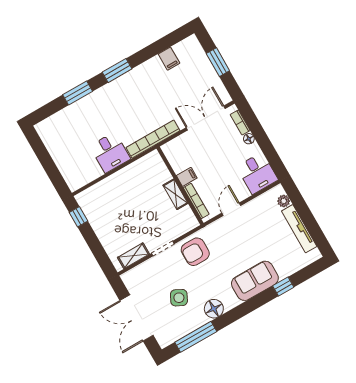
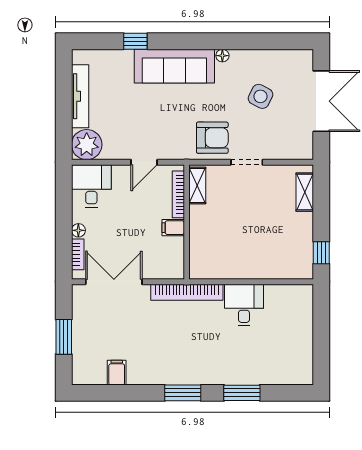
double door: (206, 118) -> (114, 282), swing flipped
shelving: (175, 194) -> (197, 185), moved
plant: (284, 201) -> (87, 145), width x1.87, depth x1.87
shelving: (133, 256) -> (305, 192), moved, turned 90
sofa: (255, 281) -> (174, 66), width x1.36
floor lamp: (214, 309) -> (222, 56), width x0.53, depth x0.53
window: (196, 337) -> (267, 41), removed

